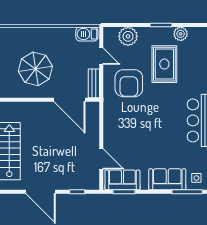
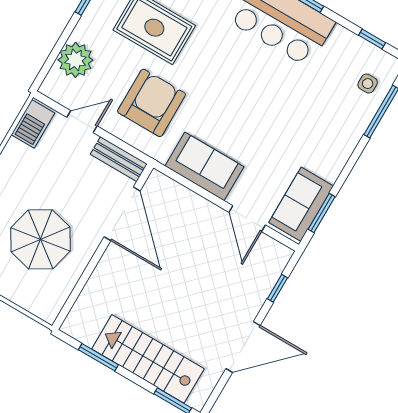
armchair: (129, 83) -> (152, 103), turned -90
door: (69, 100) -> (122, 214), hinge flipped
door: (101, 159) -> (247, 219), swing flipped
sofa: (167, 179) -> (204, 166), moved, turned 90

